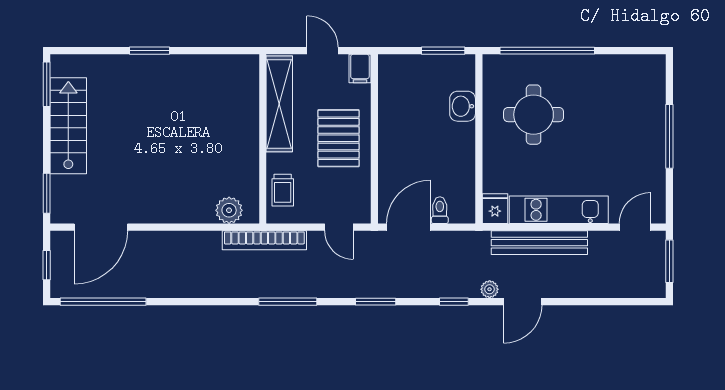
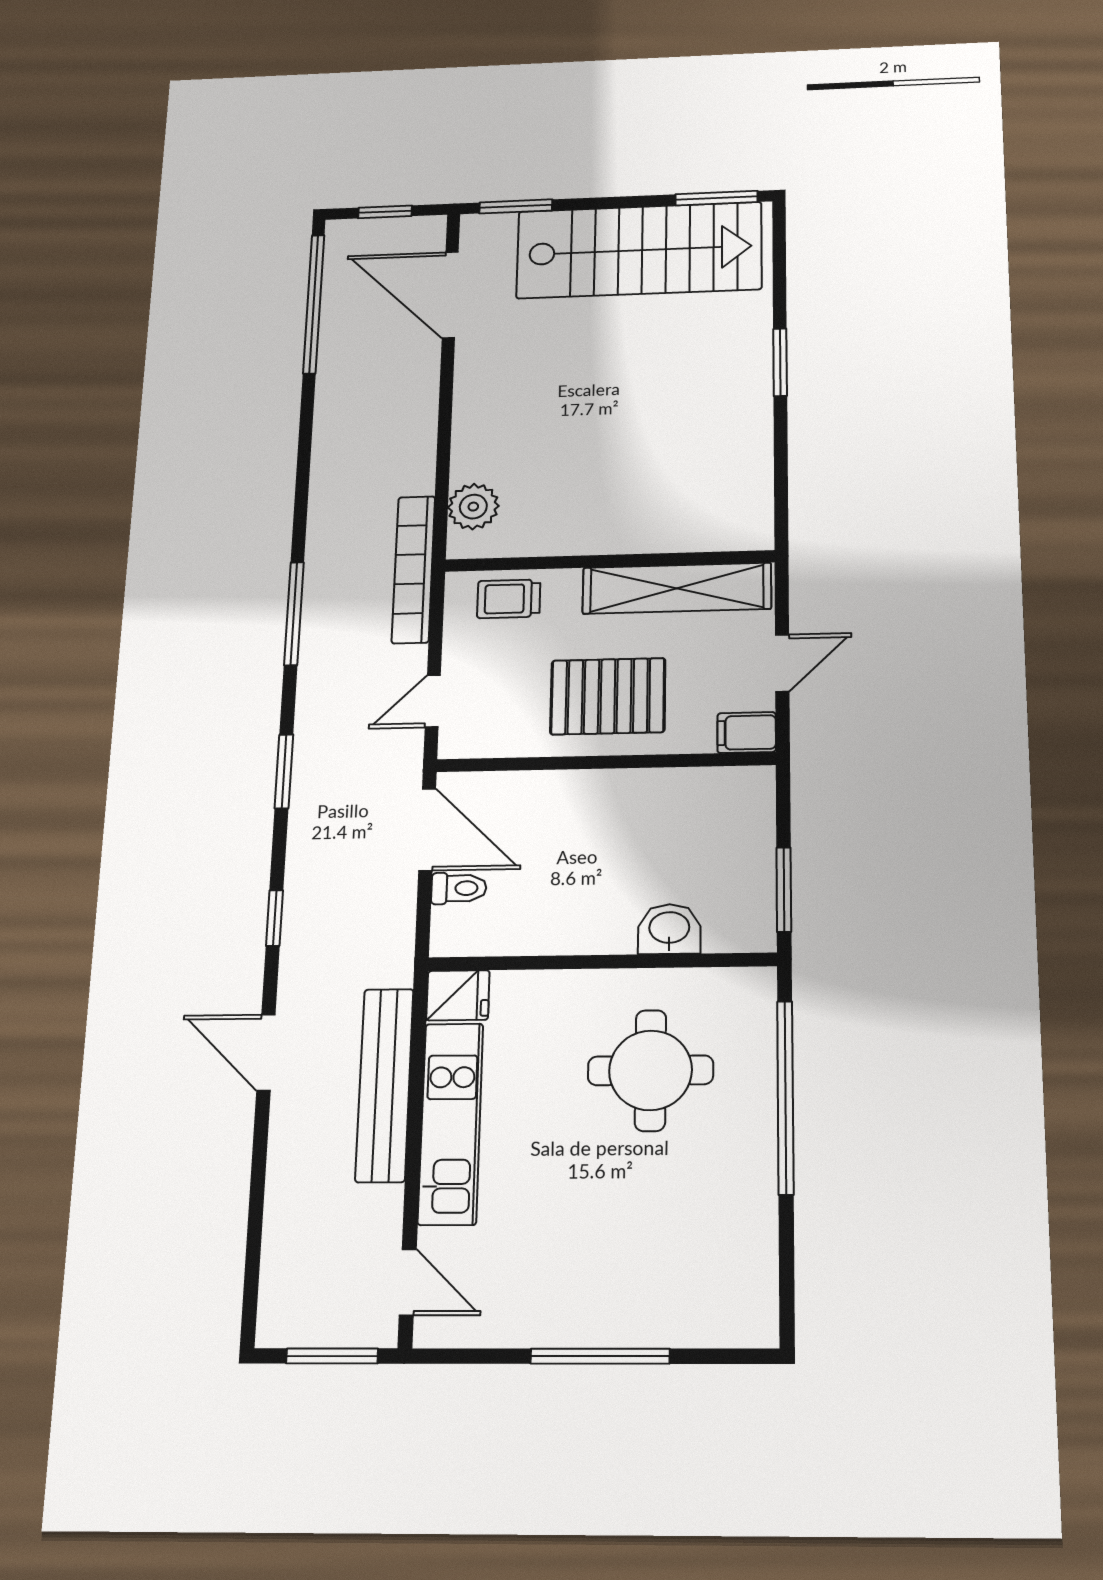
stairs: (68, 126) -> (639, 250), width x1.36, depth x1.51
plant: (490, 289) -> (295, 987), removed

